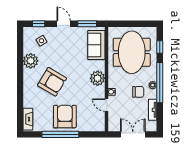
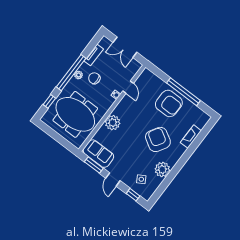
sofa: (96, 45) -> (98, 154), moved, turned -90
meeting table: (132, 52) -> (75, 114), turned 90
plant: (98, 78) -> (113, 123), moved
armchair: (65, 116) -> (169, 103), turned -90
fireplace: (28, 119) -> (191, 137), moved

